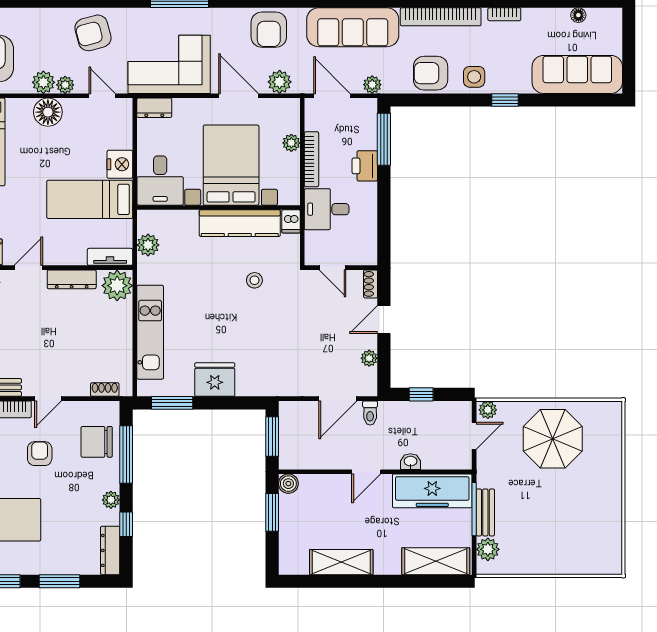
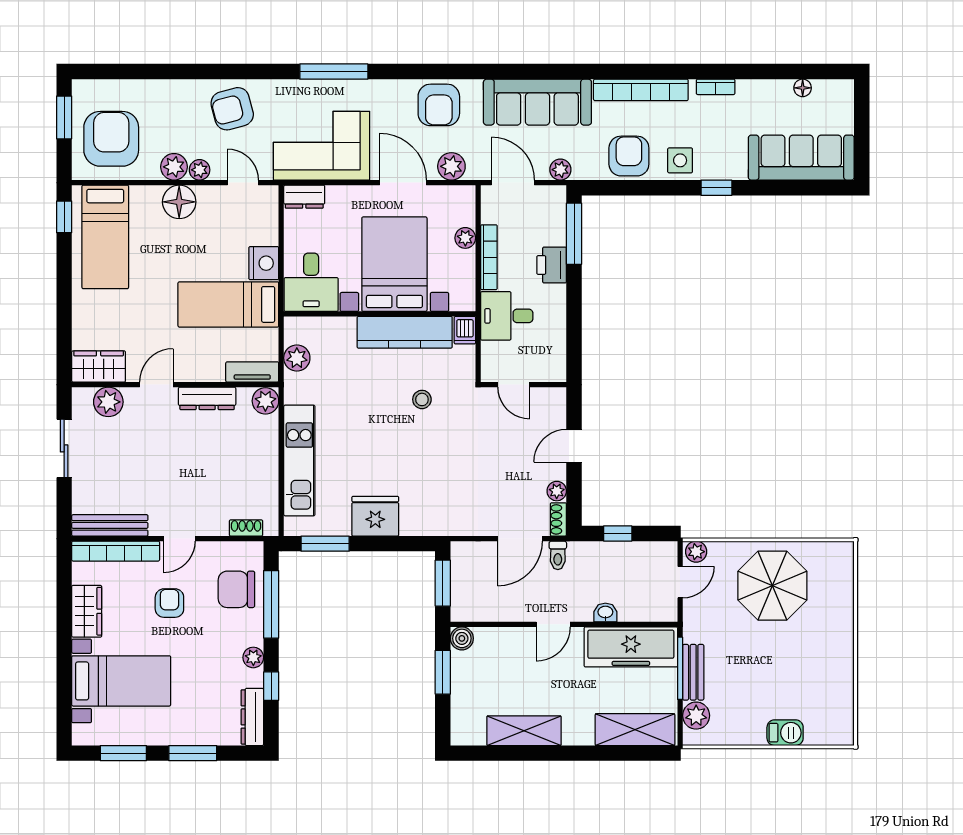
armchair: (431, 73) -> (629, 156), turned 90
shoe rack: (371, 284) -> (558, 519), moved
plant: (117, 286) -> (265, 401), width x0.73, depth x0.73
barbecue: (563, 564) -> (785, 733), added

